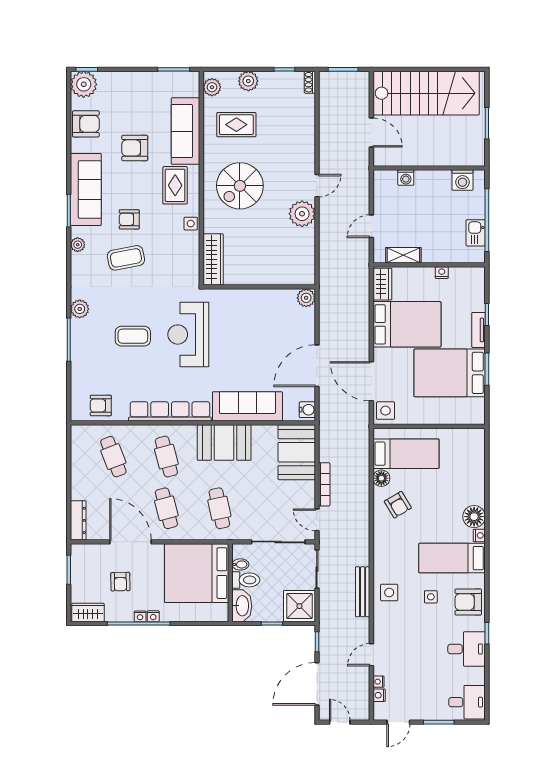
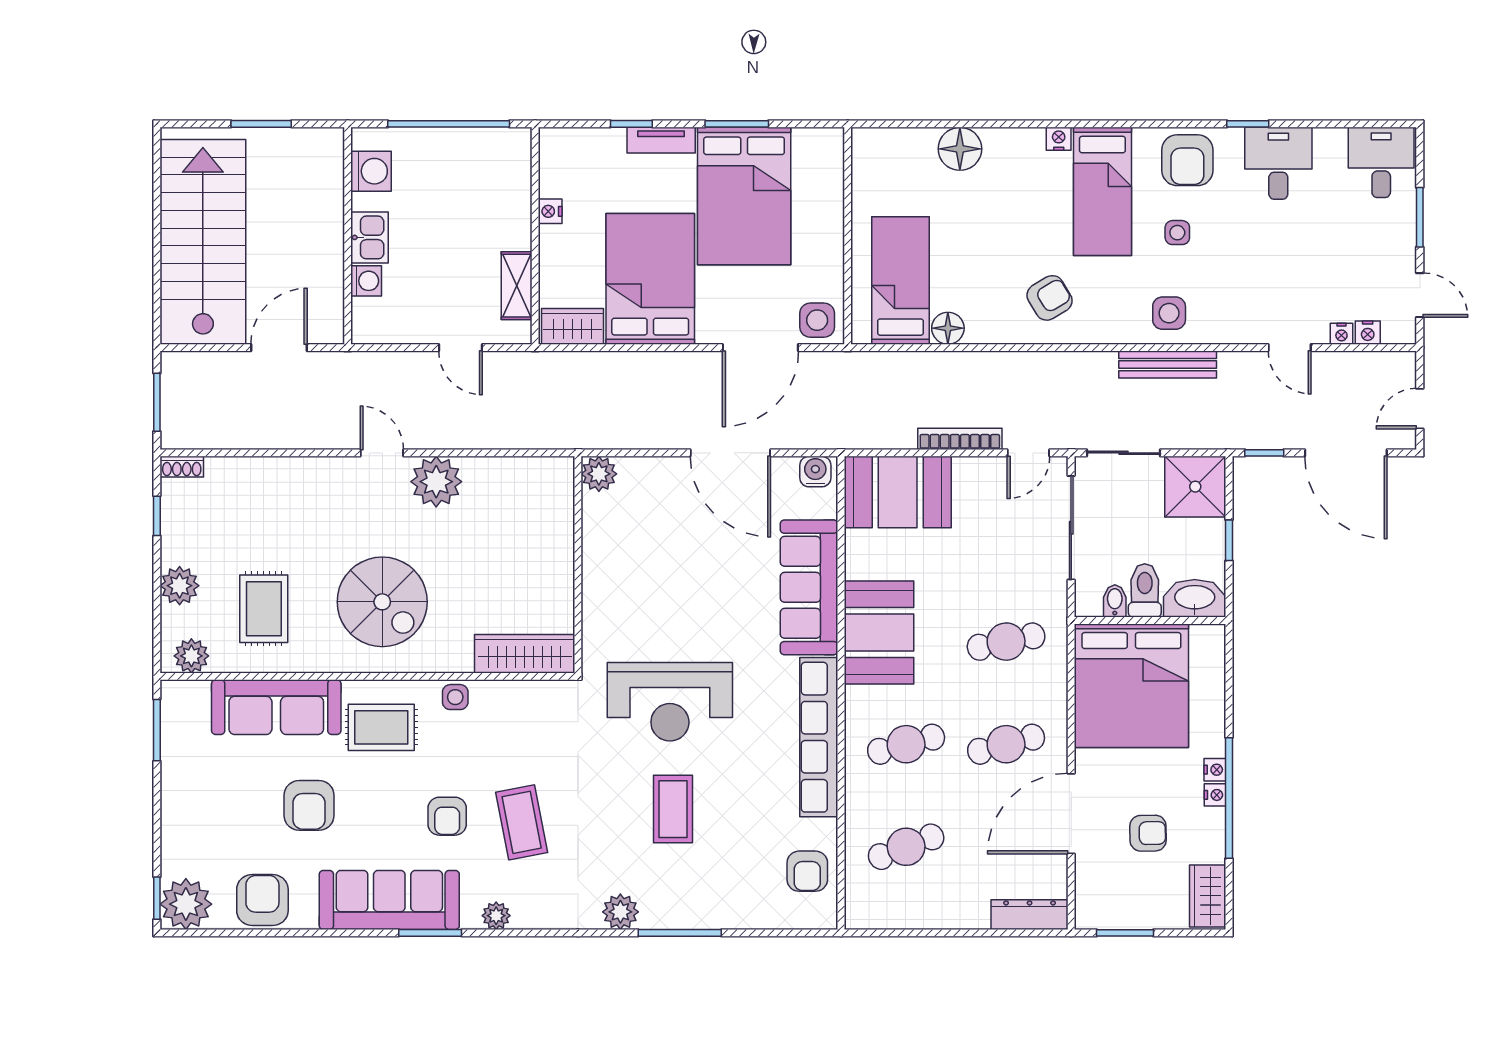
kitchen sink: (476, 233) -> (370, 237), moved, turned -90
armchair: (398, 505) -> (1050, 298), moved
floor lamp: (474, 517) -> (960, 149), moved

